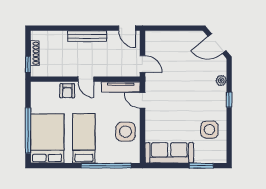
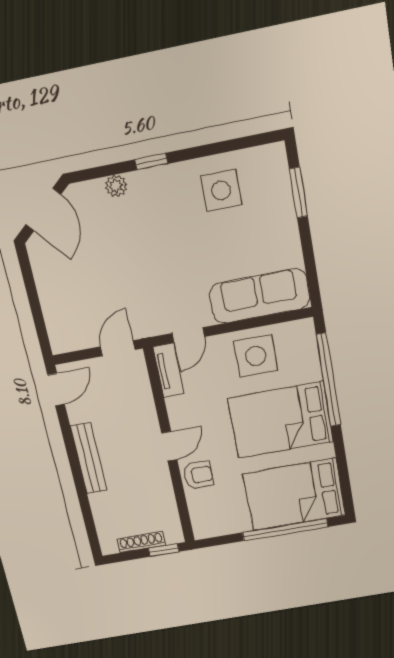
tv unit: (121, 87) -> (168, 370), width x0.71
bed: (84, 138) -> (281, 420), width x1.50
sofa: (169, 153) -> (259, 296), moved, turned 90

